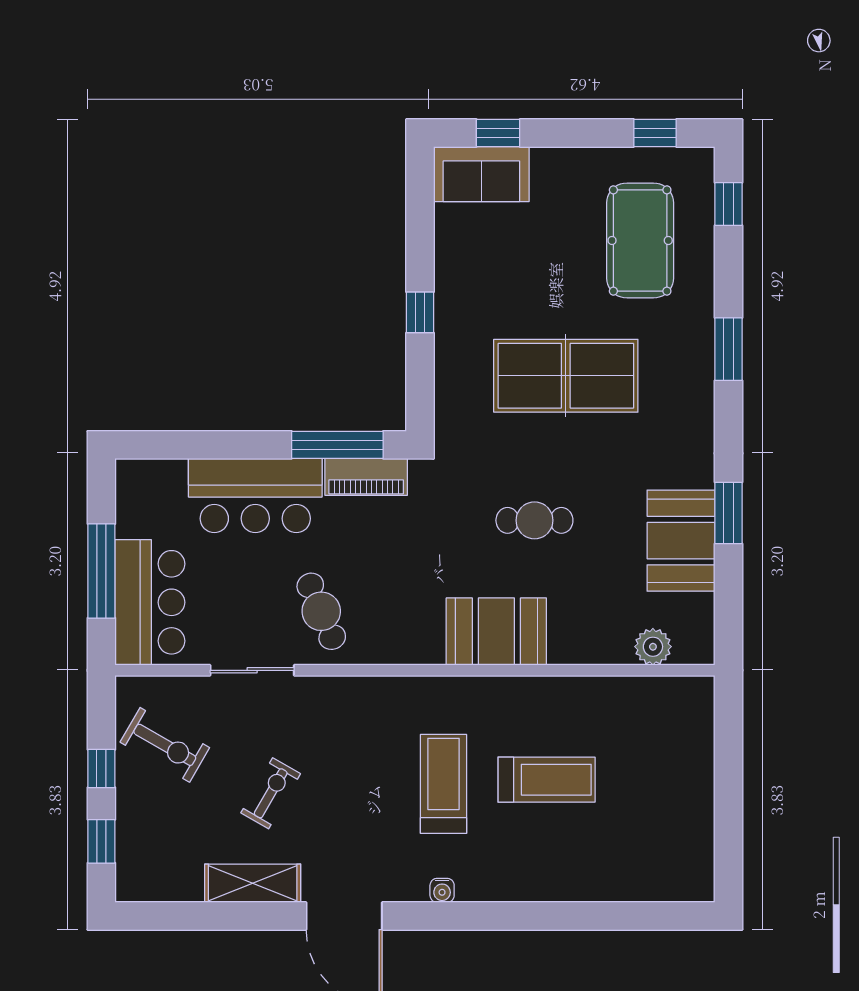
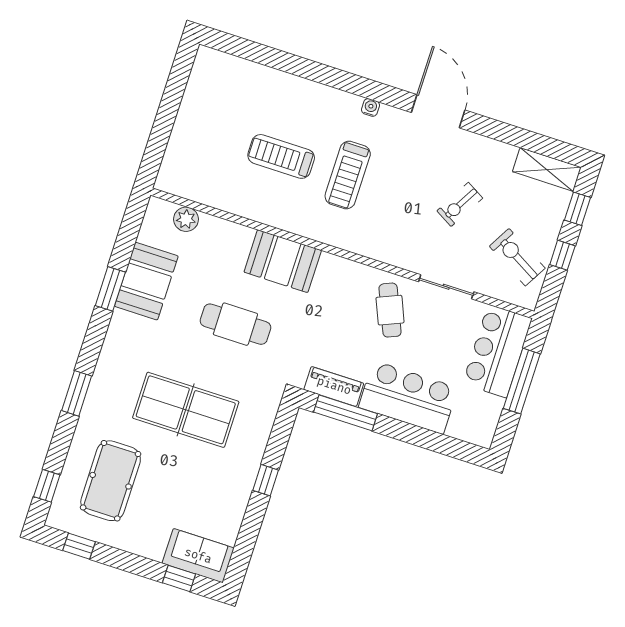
cafe table: (534, 520) -> (235, 324), width x1.37, depth x1.35
shelving: (253, 883) -> (547, 169), moved

